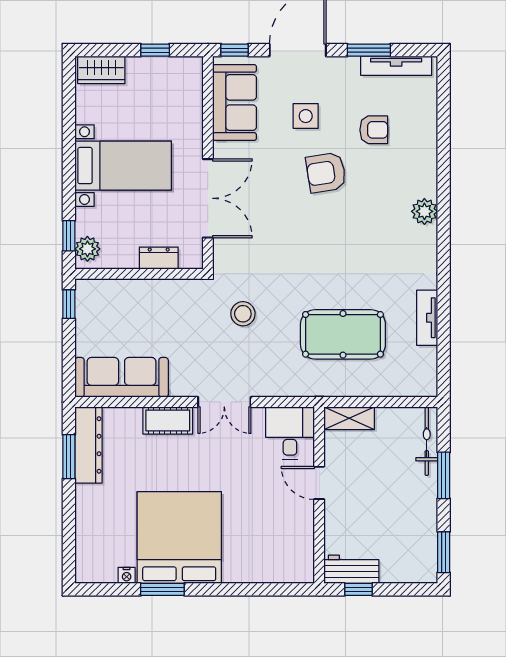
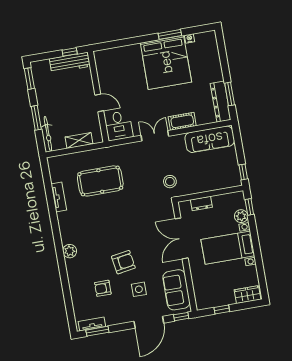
window: (369, 50) -> (97, 331), moved
tv unit: (396, 66) -> (92, 324), width x0.71
plant: (87, 249) -> (241, 216), moved
stool: (243, 314) -> (170, 182), moved
shelving: (349, 418) -> (79, 140), moved
workbench: (351, 569) -> (70, 63), width x1.38

